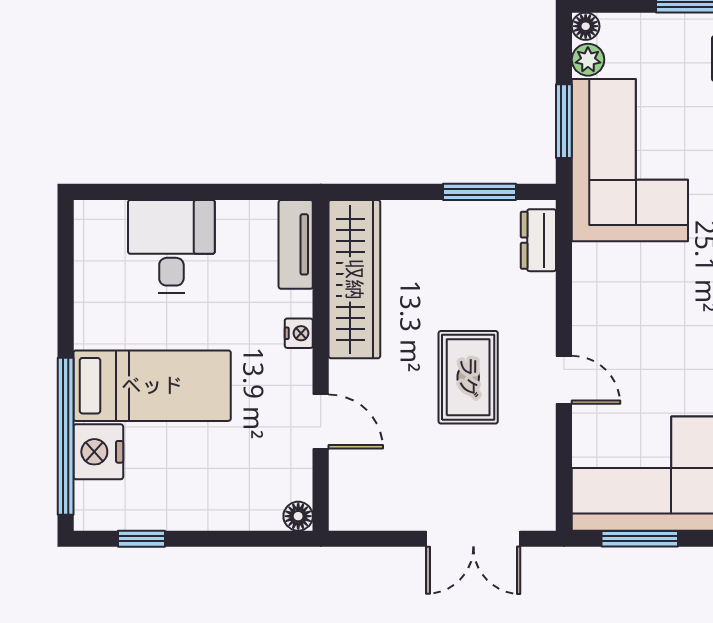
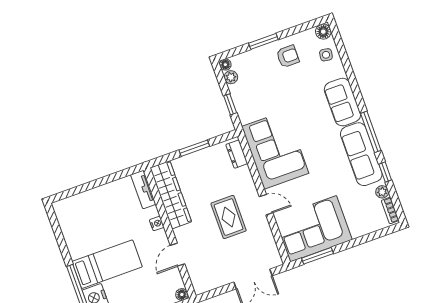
window: (564, 121) -> (230, 104), width x0.67
corner sofa: (630, 160) -> (275, 150), moved
window: (479, 192) -> (194, 148), moved
desk: (171, 247) -> (95, 208), removed
door: (321, 421) -> (177, 255), swing flipped

